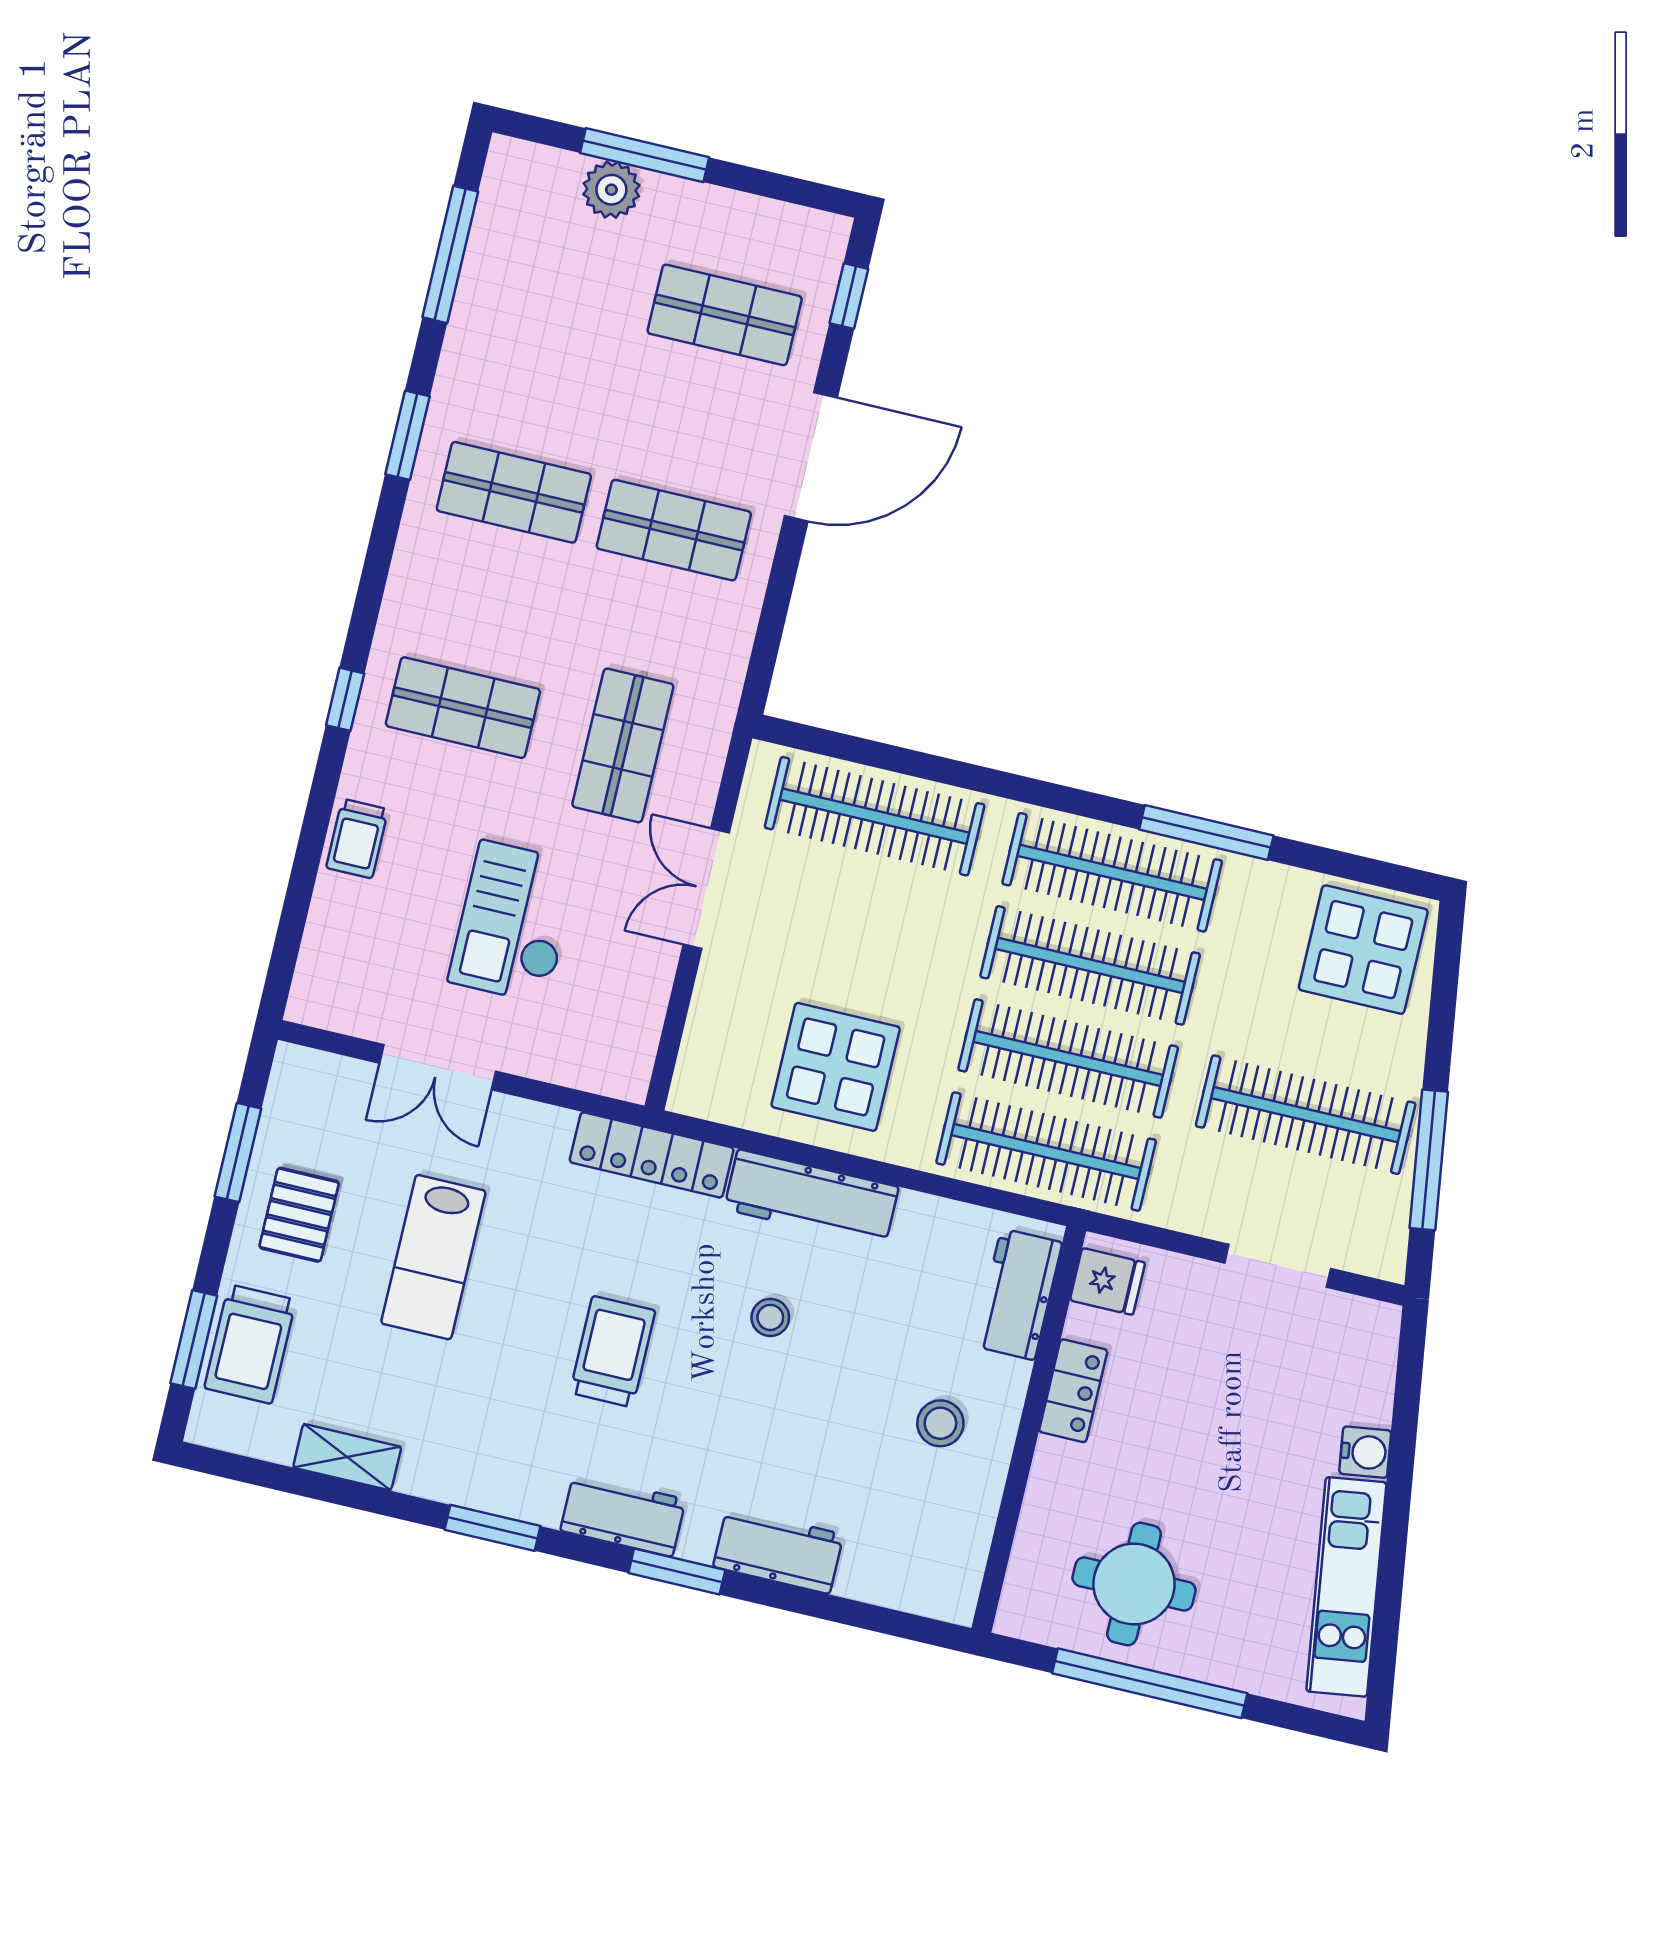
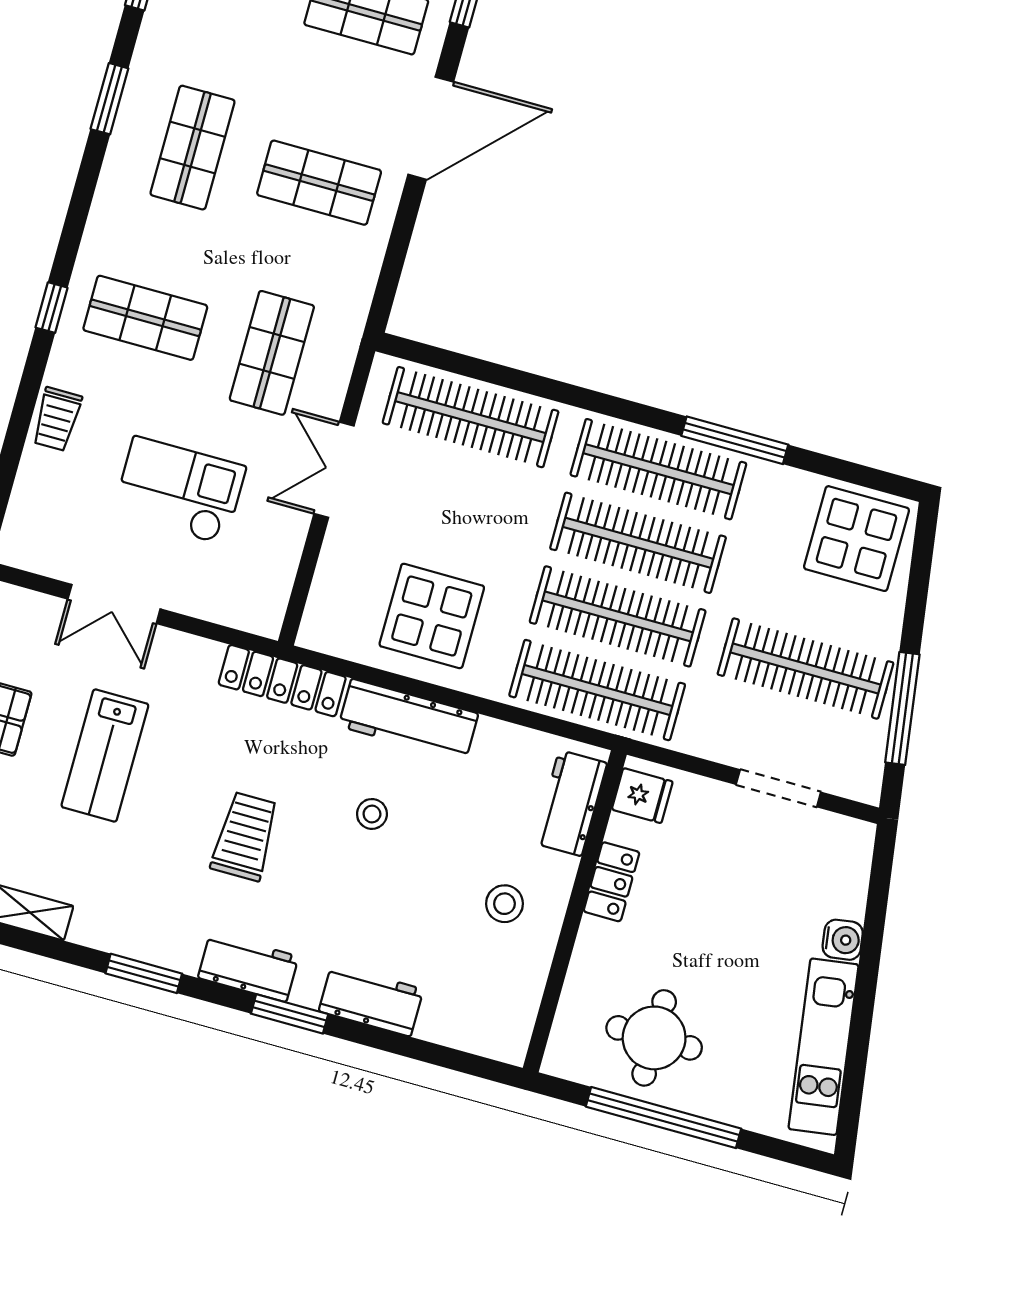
shop shelf: (514, 492) -> (193, 148), turned 90
checkout: (514, 922) -> (179, 491), turned 90

